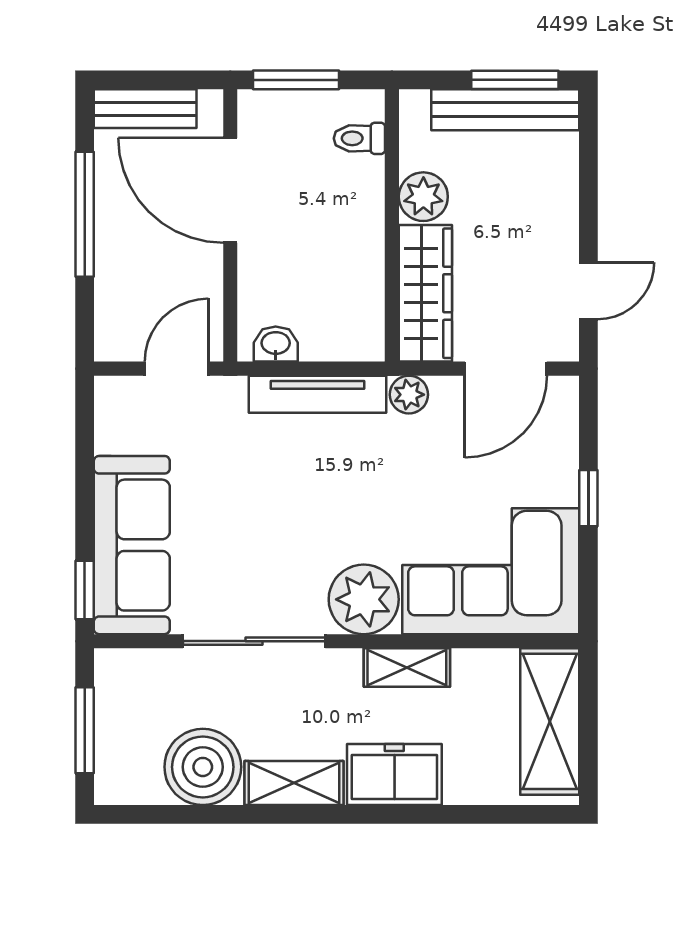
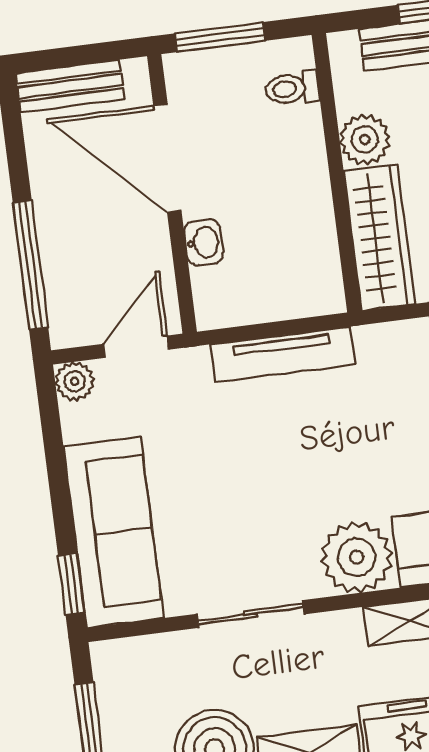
window: (85, 214) -> (30, 265), moved
washbasin: (276, 344) -> (204, 242), moved, turned 90
plant: (409, 395) -> (75, 381), moved
sliding door: (254, 641) -> (250, 614), width x0.73

